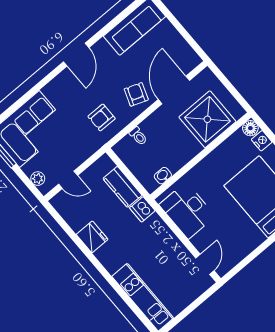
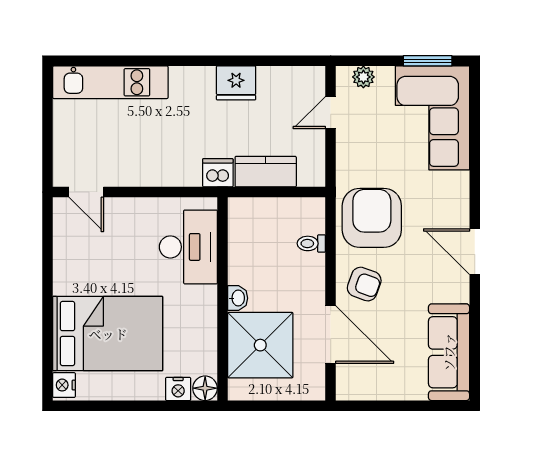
armchair: (102, 118) -> (372, 218), width x1.88, depth x1.88
washbasin: (163, 176) -> (238, 298), moved
desk: (187, 210) -> (188, 247), moved, turned 90

